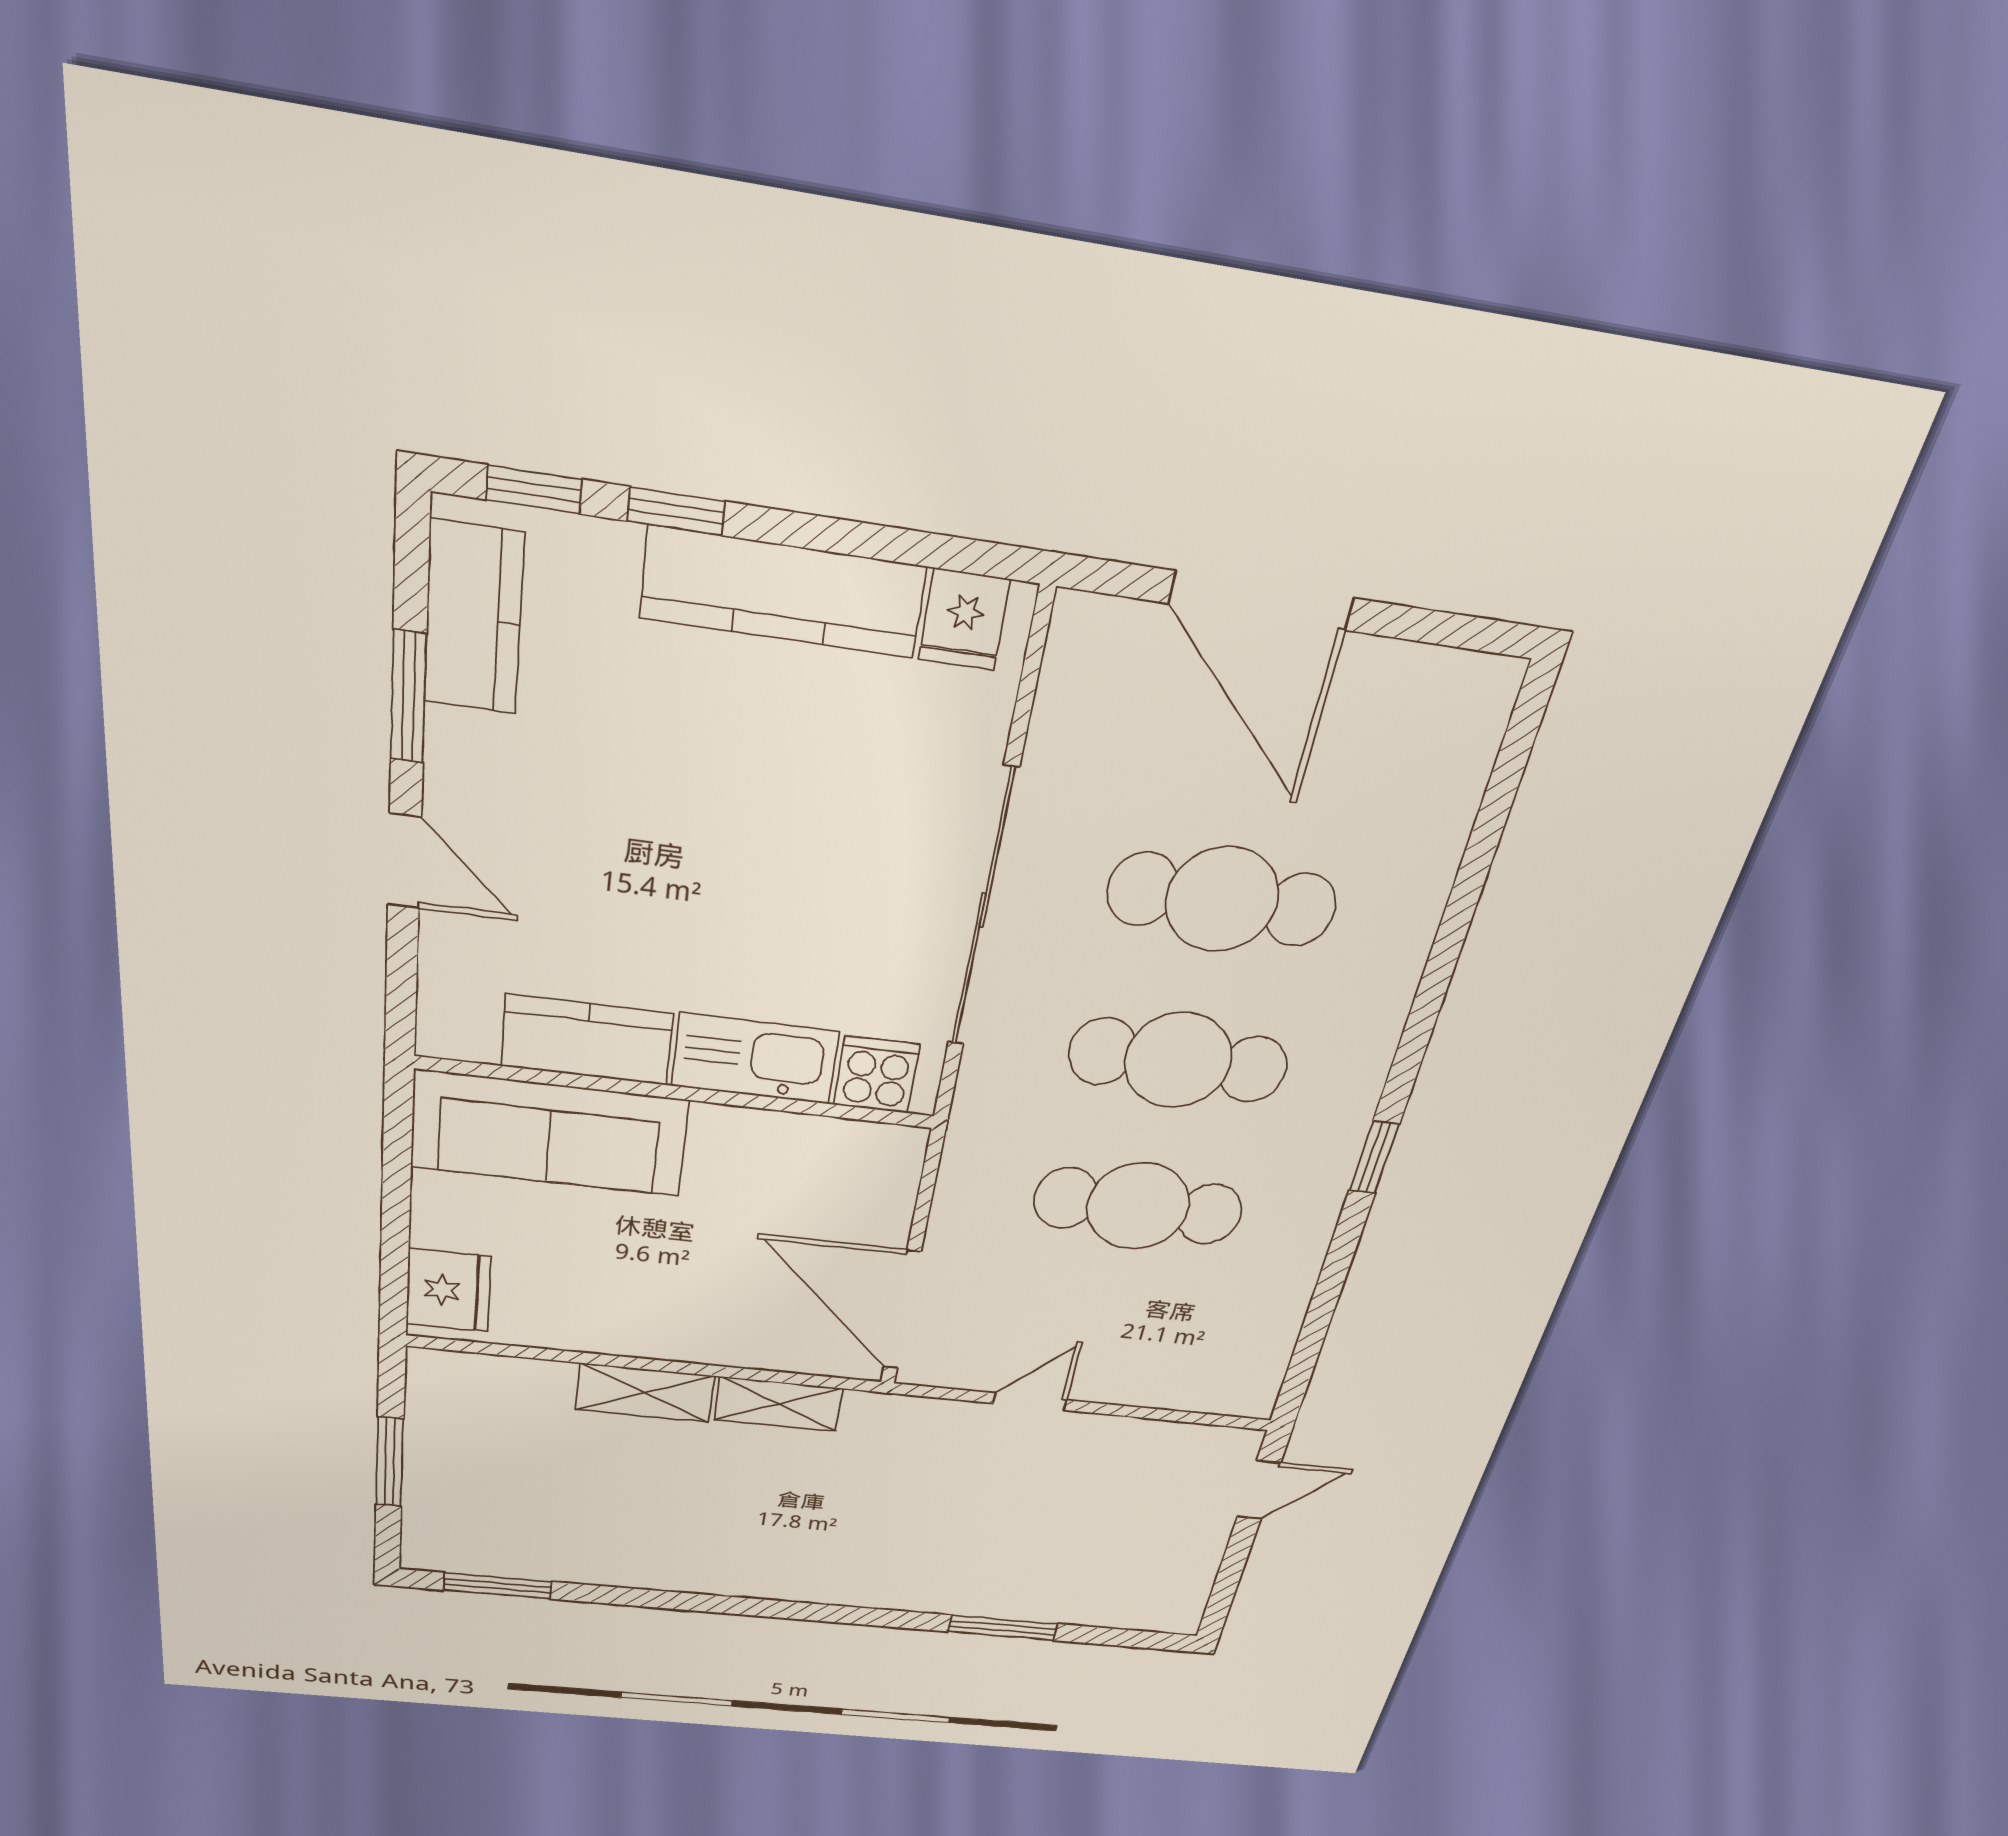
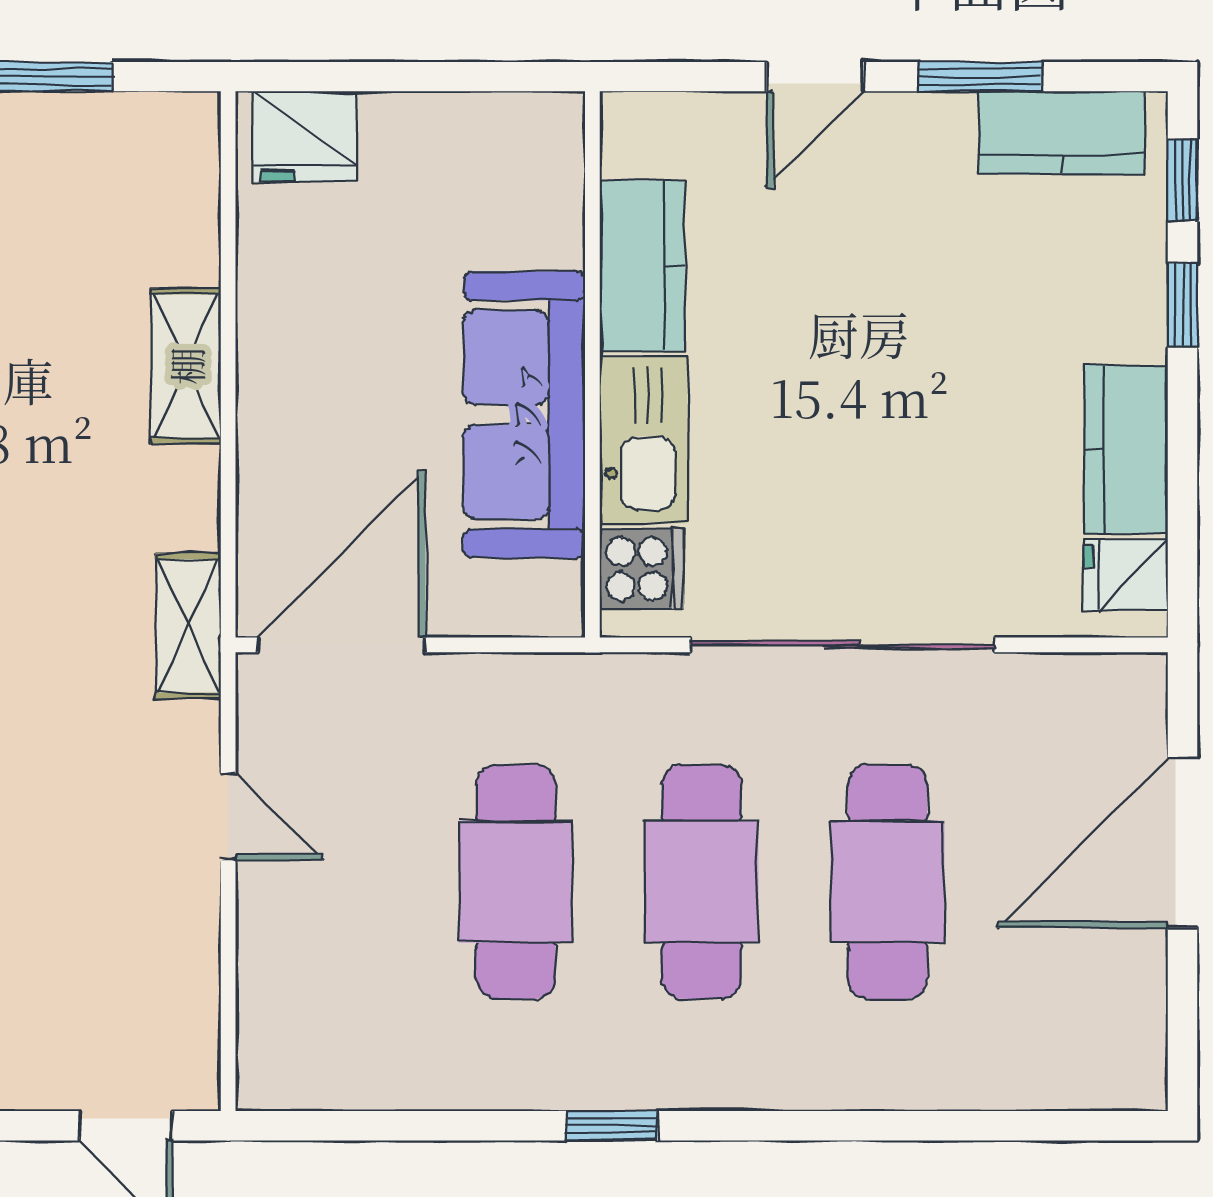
kitchen counter: (783, 592) -> (1126, 449), width x0.67
sofa: (549, 1134) -> (524, 415), moved
shelving: (778, 1404) -> (188, 626), moved

